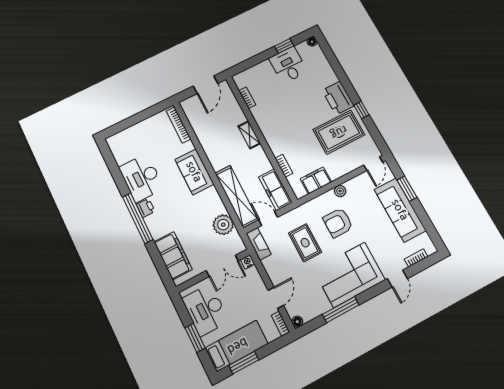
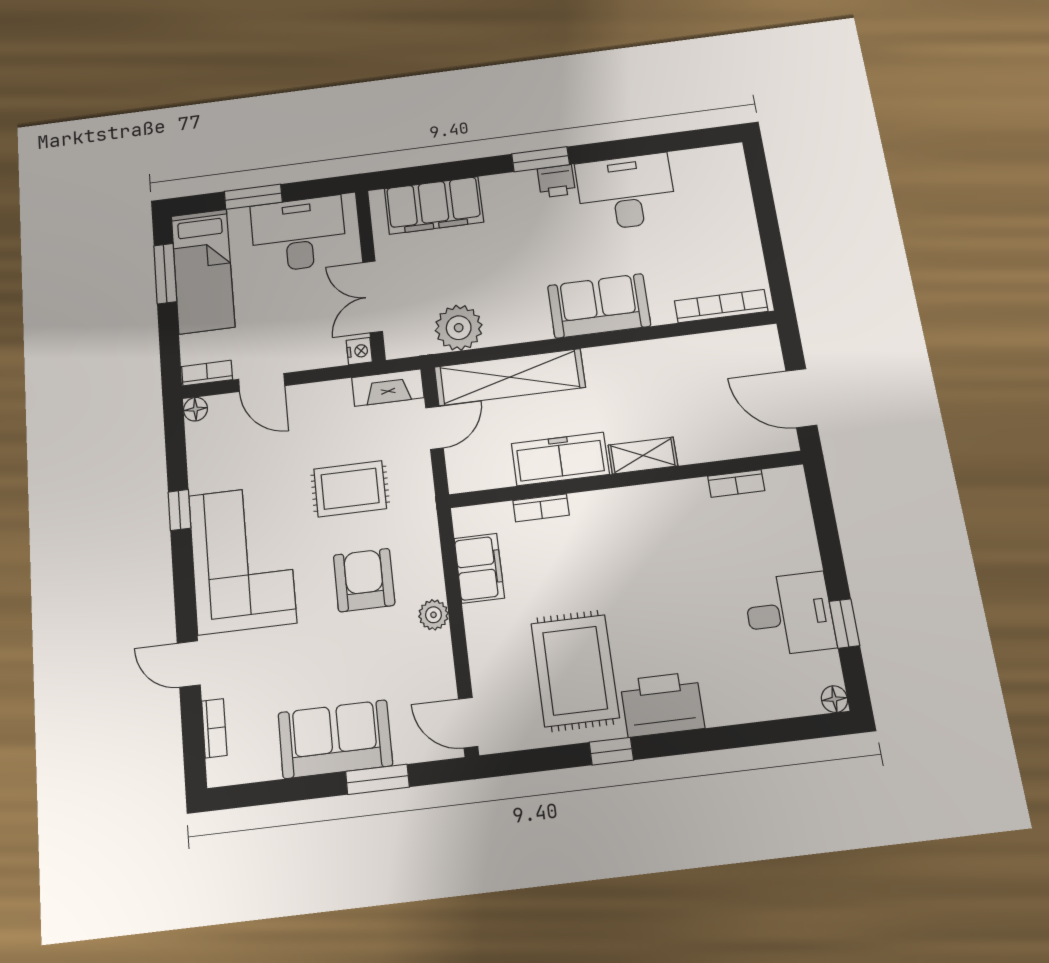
freezer: (275, 190) -> (560, 459), moved
sofa: (400, 210) -> (335, 739), width x0.73
window: (138, 218) -> (541, 159), width x0.47
window: (341, 310) -> (179, 510), width x0.46

